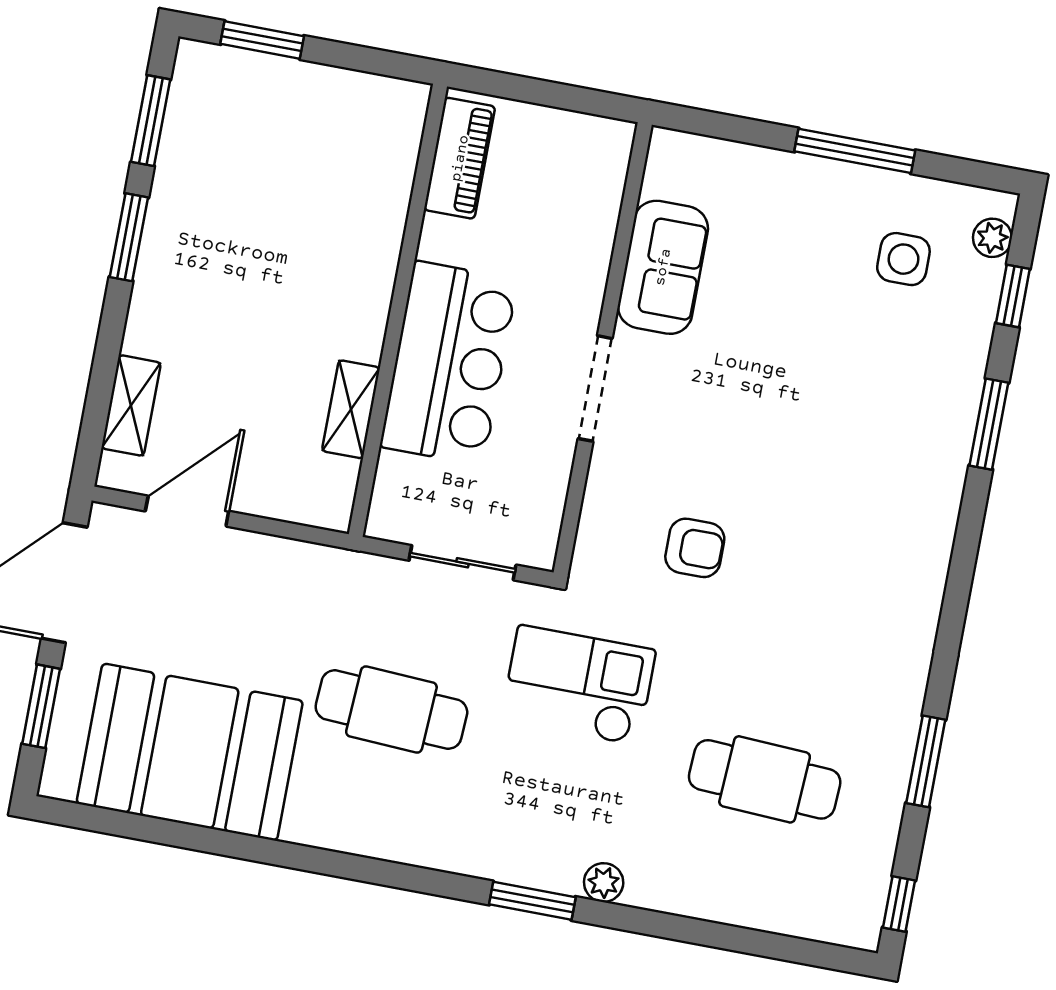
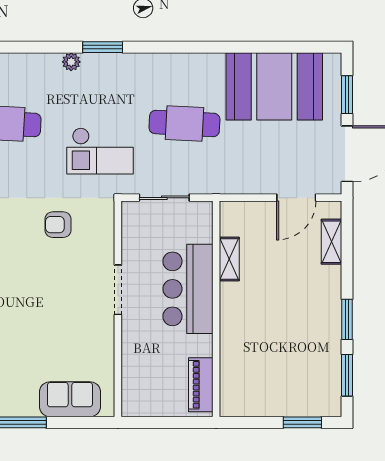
sofa: (663, 267) -> (70, 399), moved, turned 90

